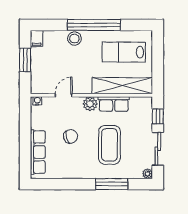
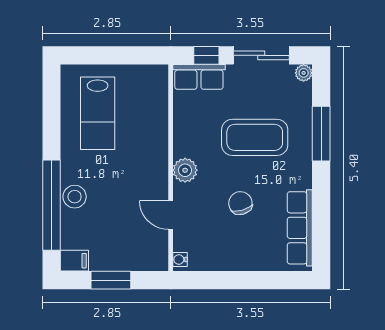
window: (94, 25) -> (52, 205), moved
shelving: (122, 86) -> (154, 115), removed
row of seats: (114, 104) -> (199, 77), moved, turned 90
row of seats: (38, 152) -> (300, 228), moved, turned -90

